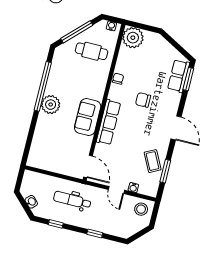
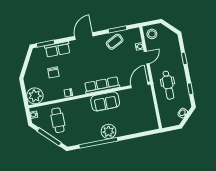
row of seats: (179, 76) -> (57, 49), moved
chair: (143, 100) -> (53, 72), moved

